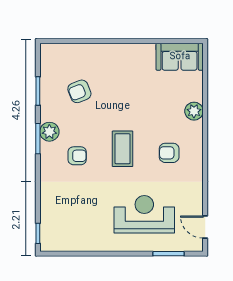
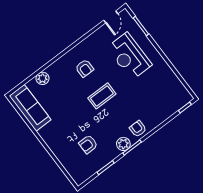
sofa: (180, 57) -> (30, 108), width x1.36
armchair: (79, 91) -> (88, 144), turned 112
plant: (194, 111) -> (42, 78), moved
armchair: (77, 156) -> (138, 129), moved

